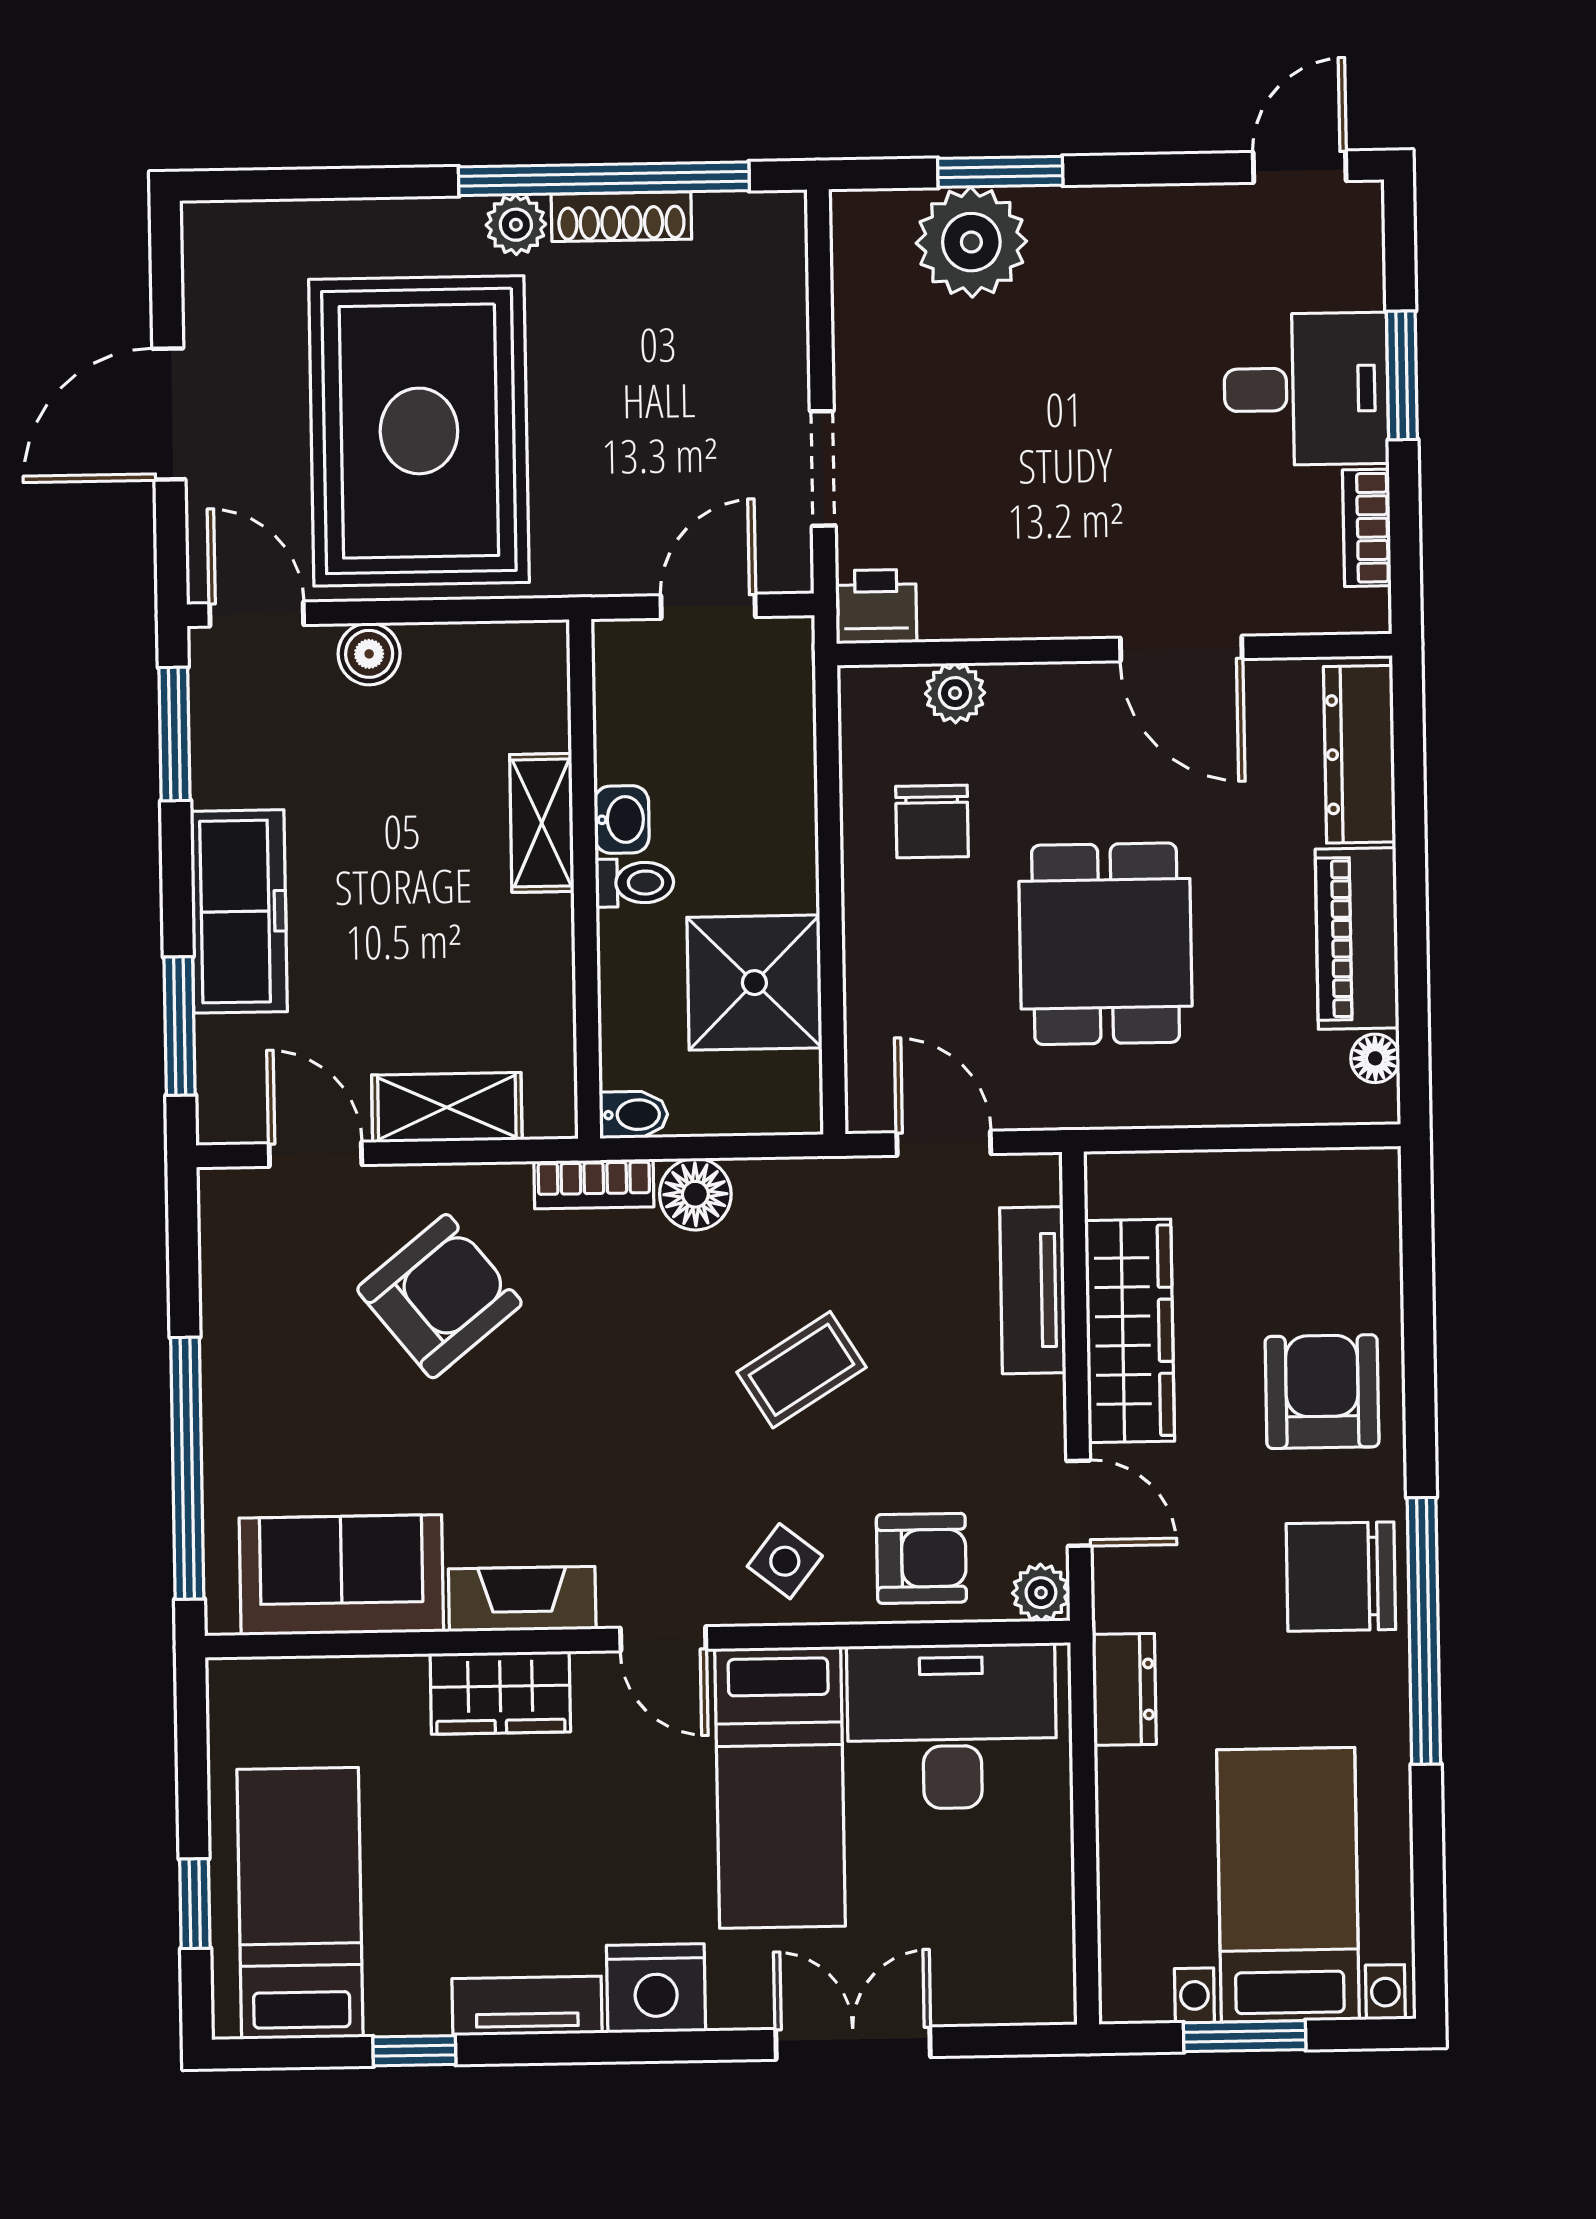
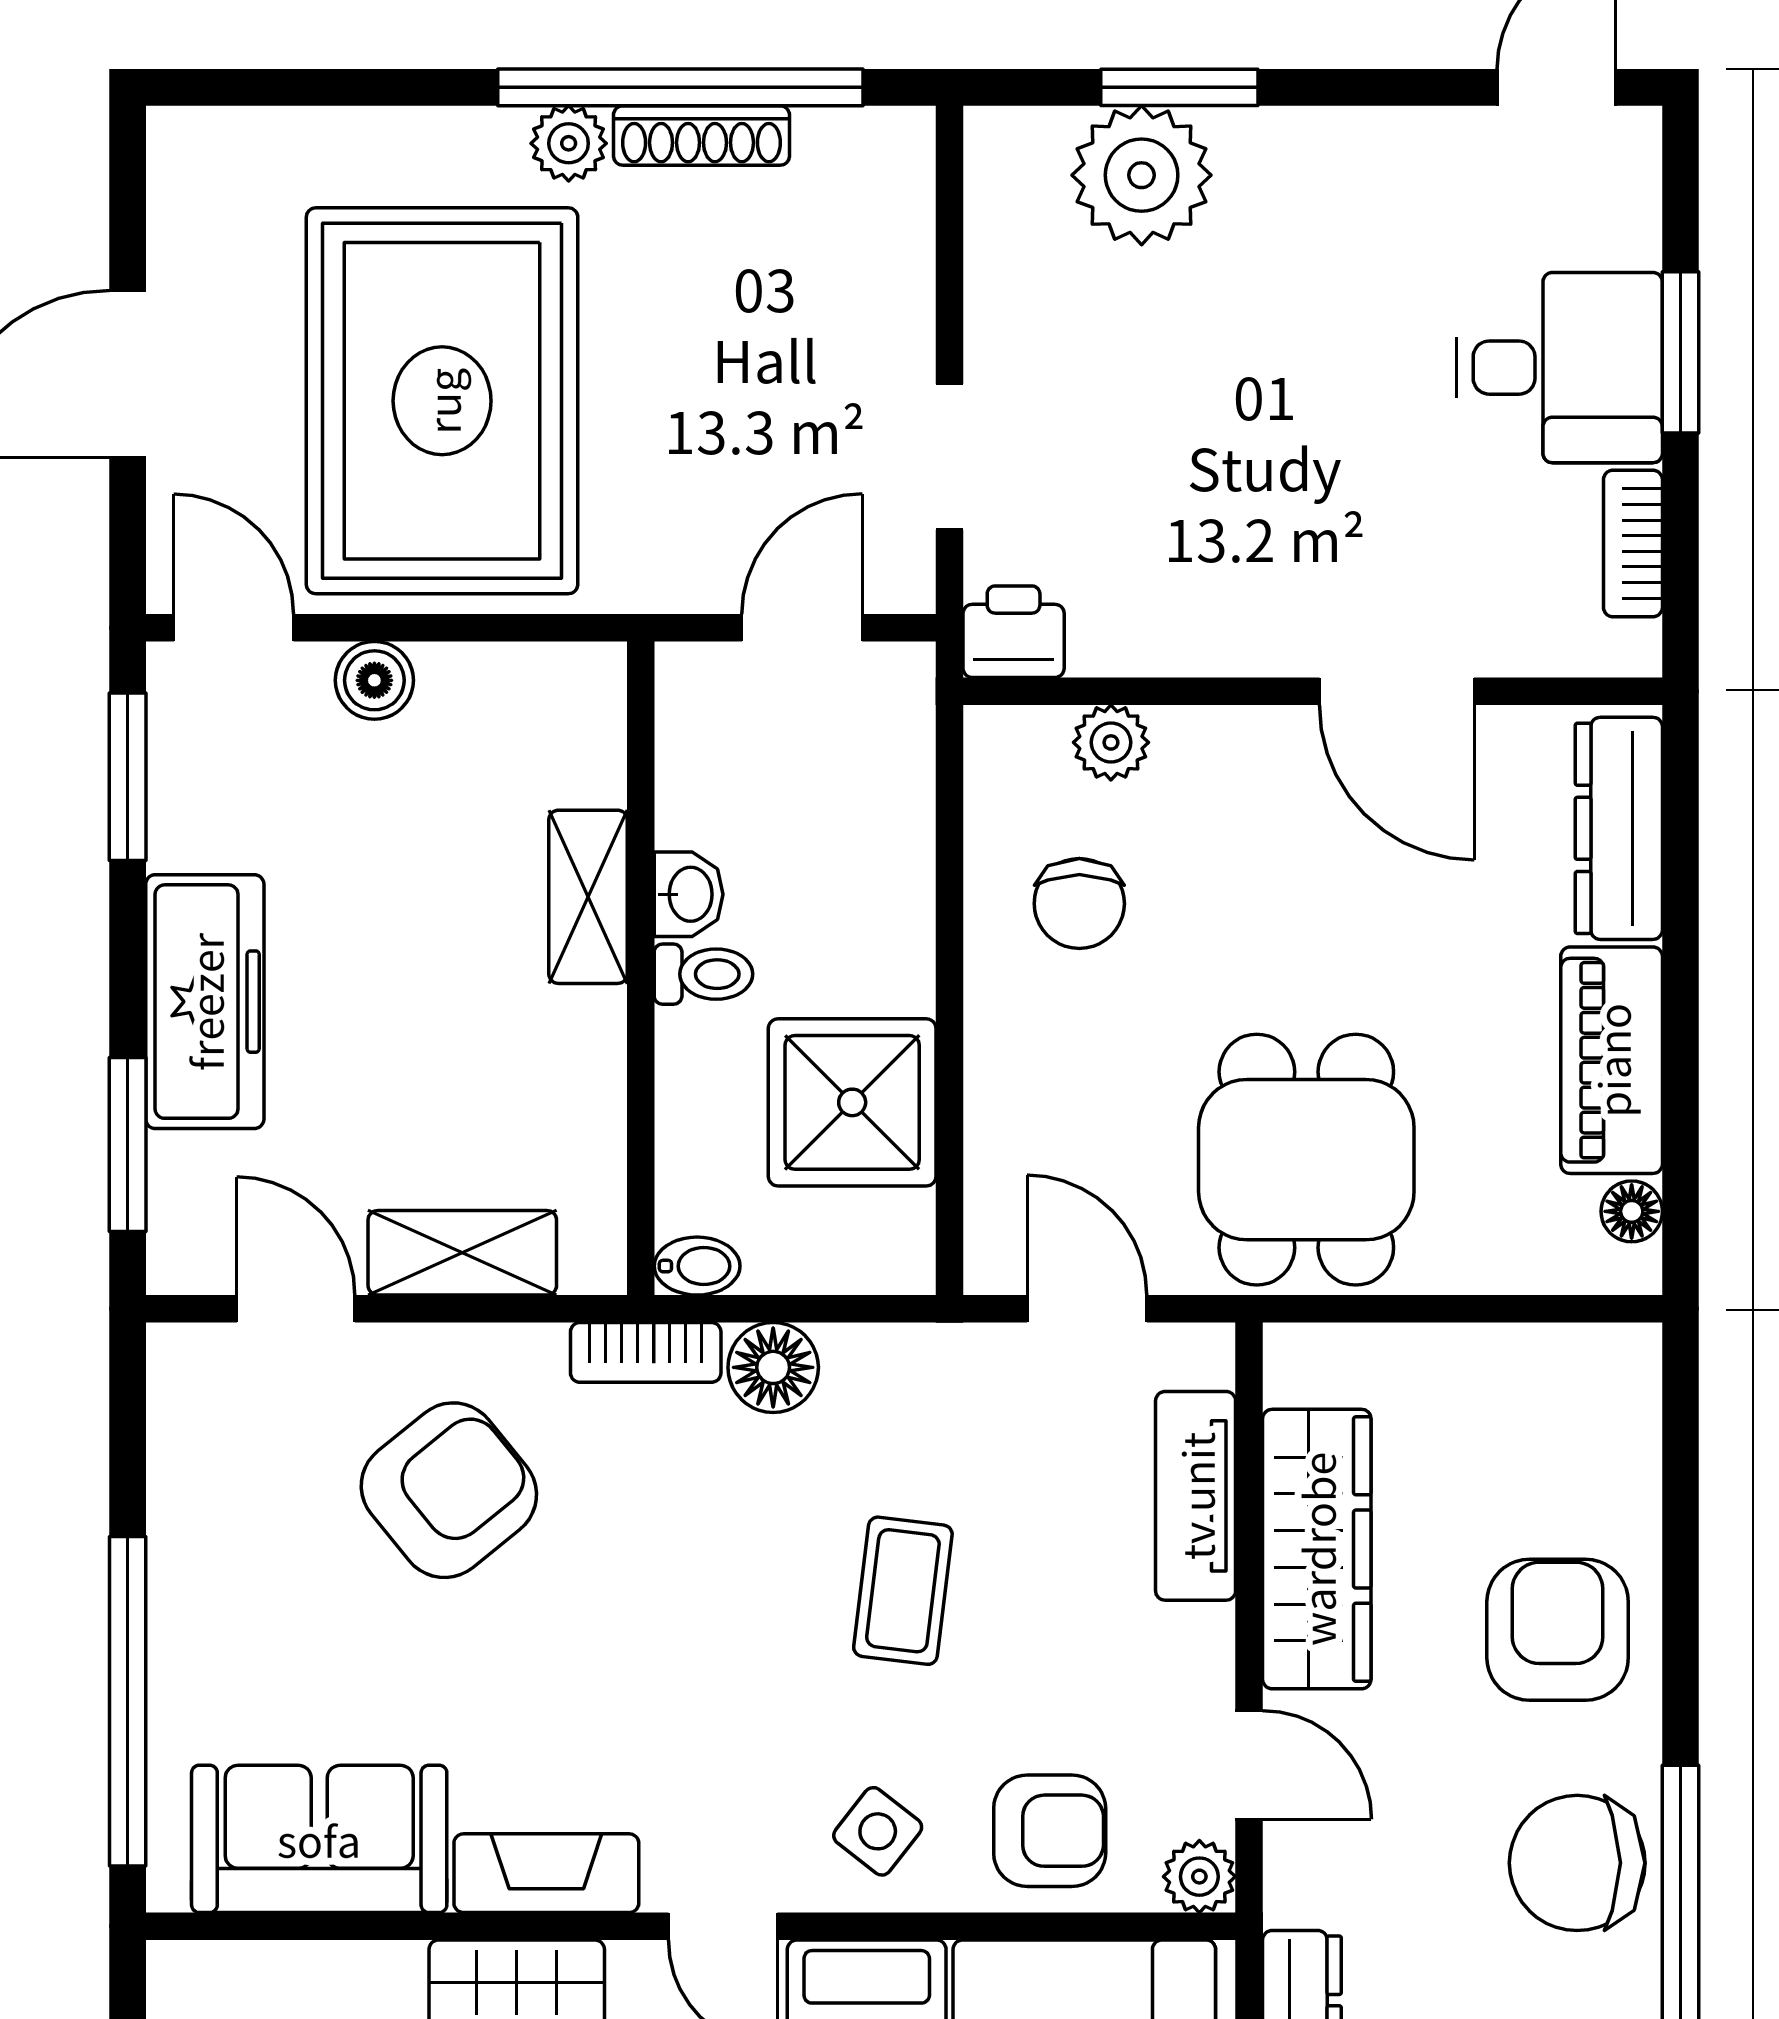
dining table: (1106, 944) -> (1306, 1160), moved
coffee table: (802, 1370) -> (903, 1591), turned -51

